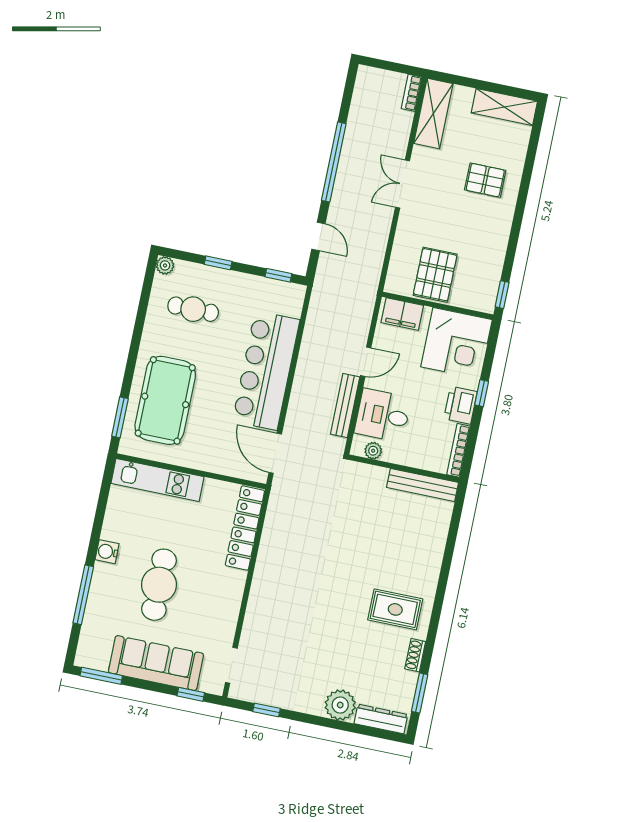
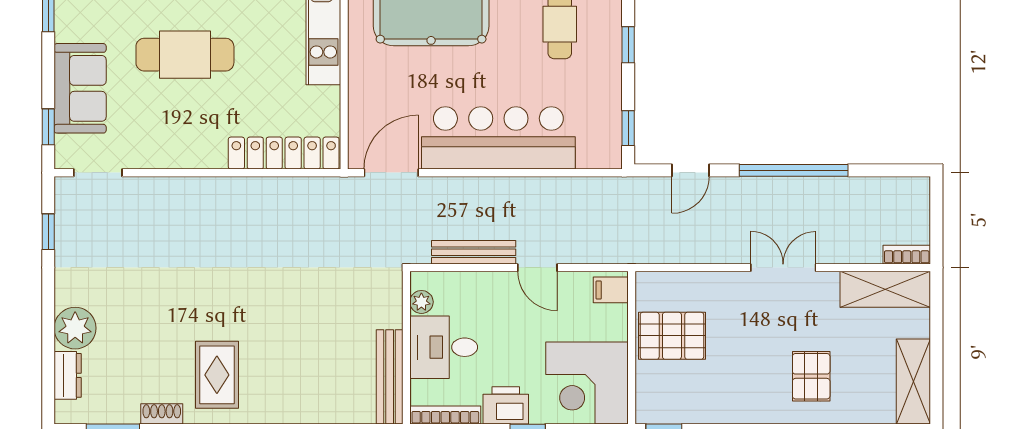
filing cabinet: (402, 314) -> (611, 290), width x0.50
desk: (383, 415) -> (444, 347), moved, turned -90
sofa: (156, 663) -> (80, 88), width x0.73
dresser: (381, 719) -> (68, 375), width x0.70

